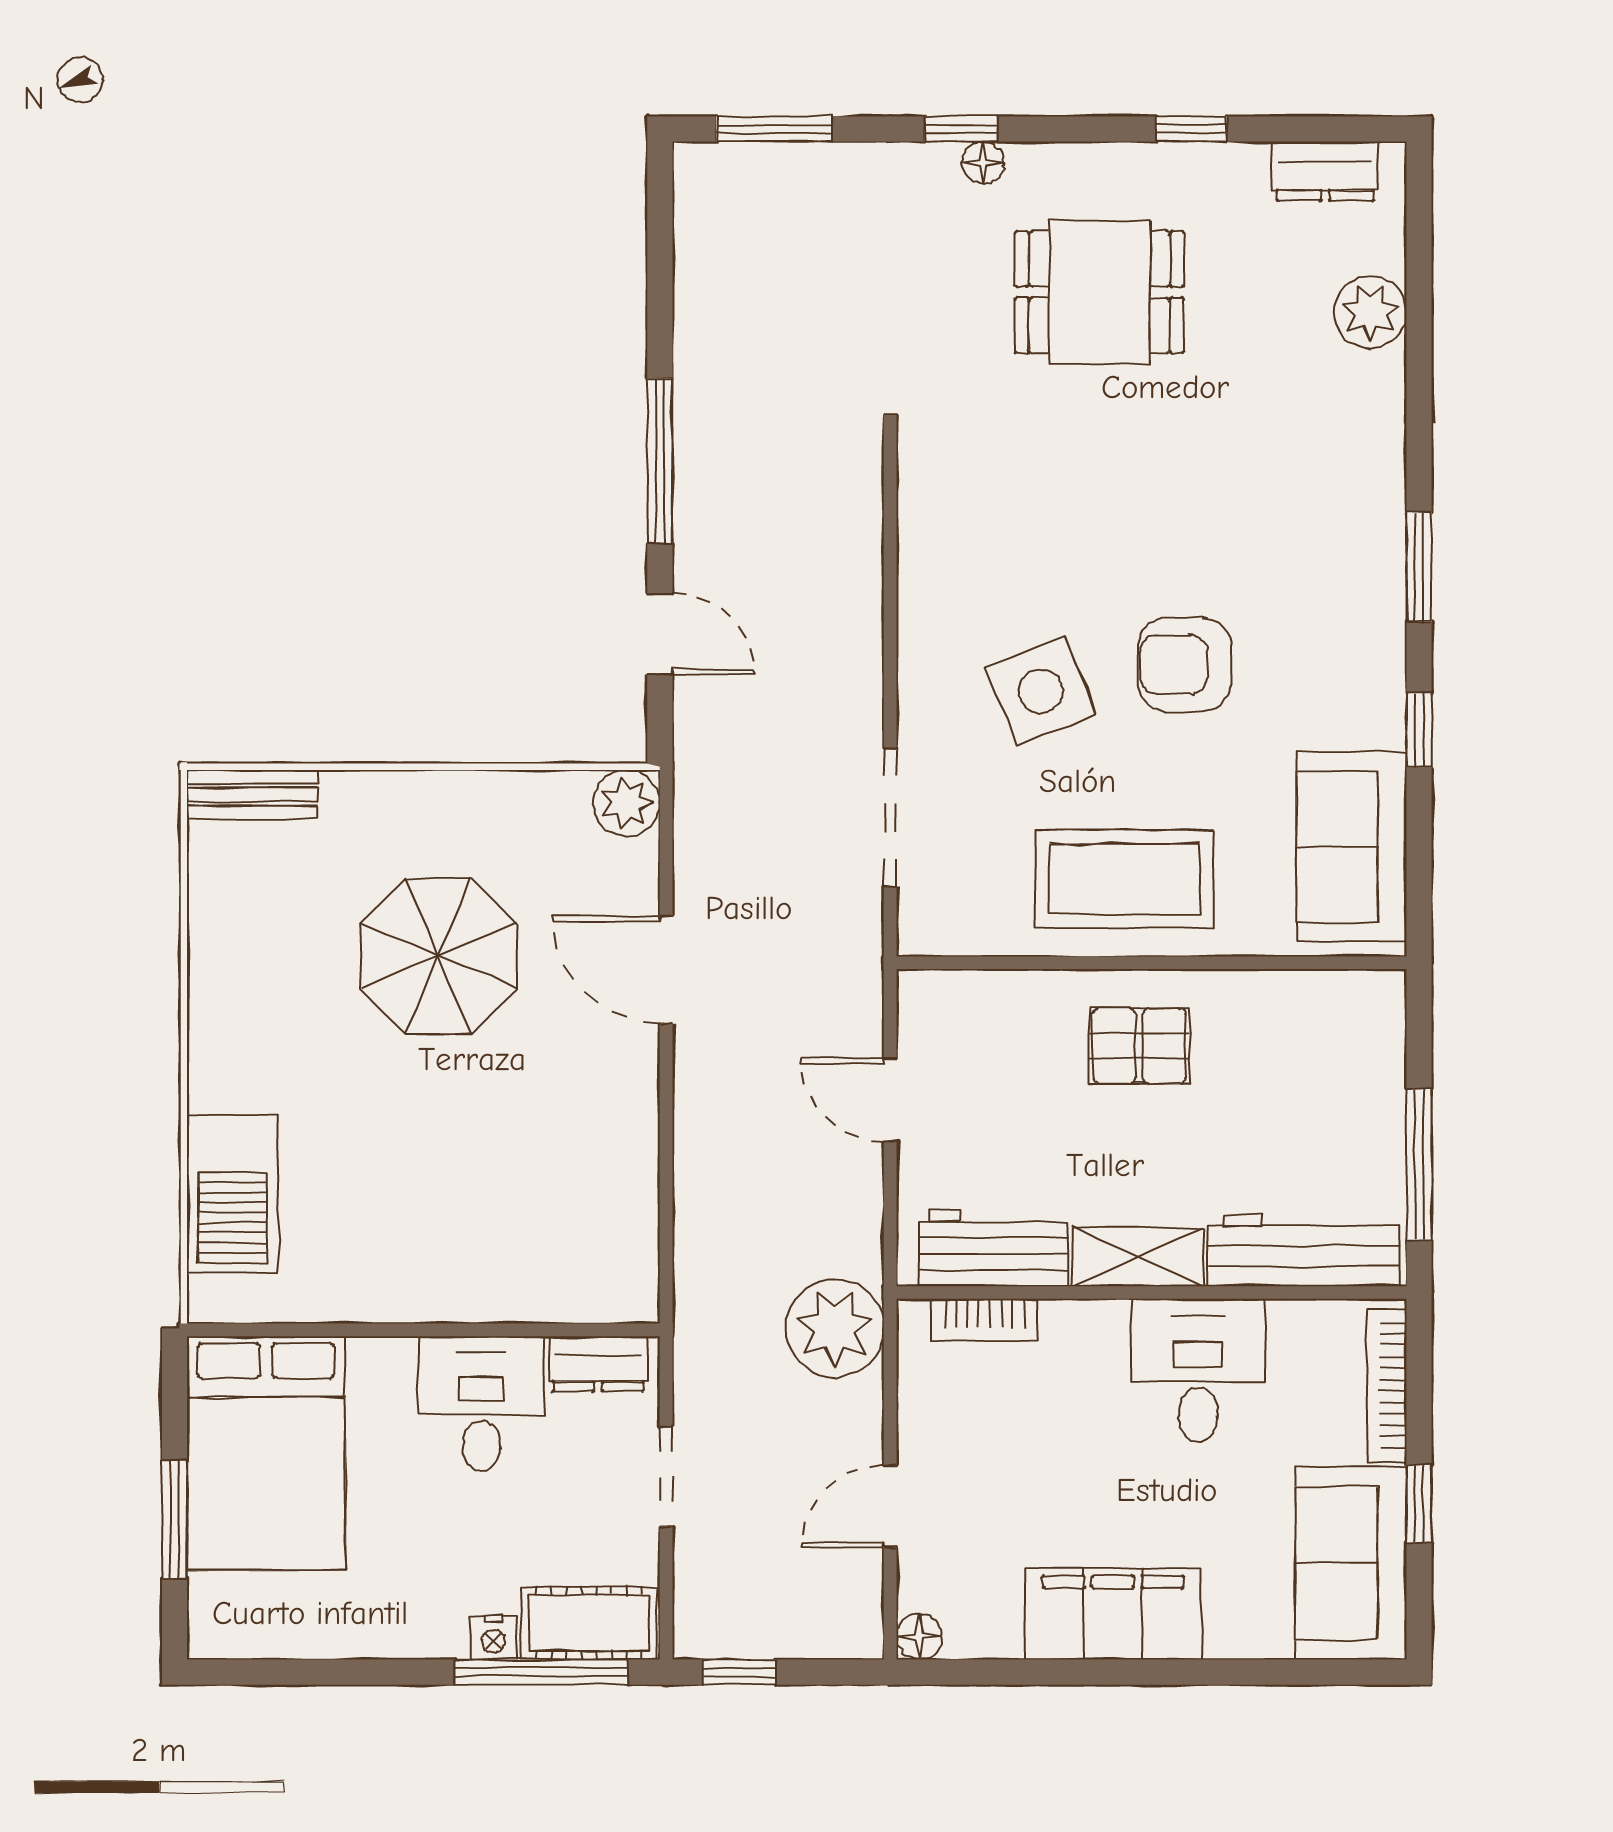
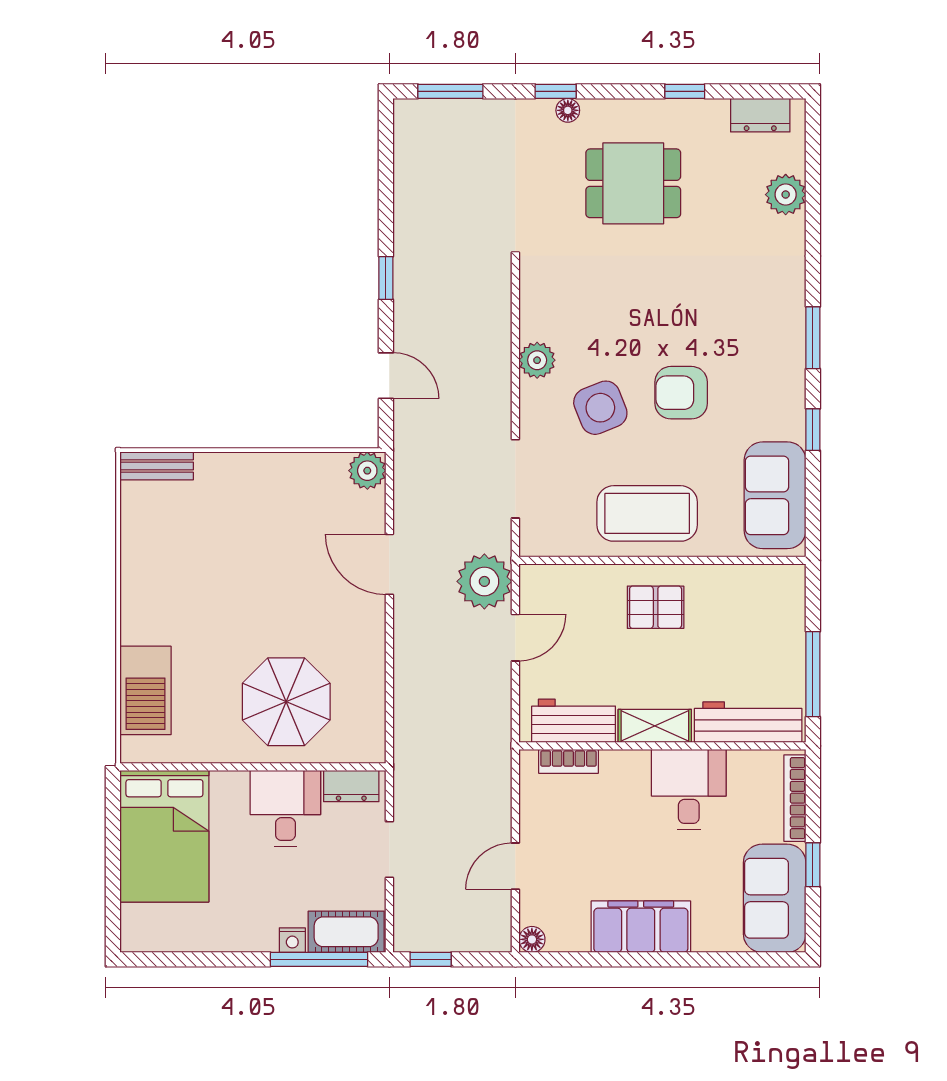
window: (660, 461) -> (386, 278), width x0.46
plant: (929, 607) -> (537, 360), added
parasol: (438, 956) -> (286, 702), moved
door: (890, 1100) -> (515, 638), swing flipped
plant: (835, 1328) -> (484, 581), moved
window: (175, 1519) -> (113, 874), removed

